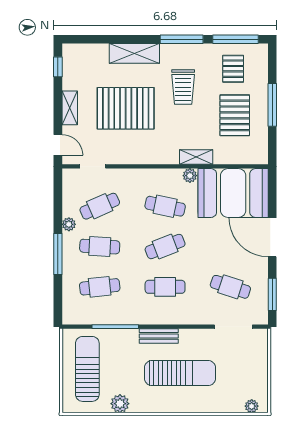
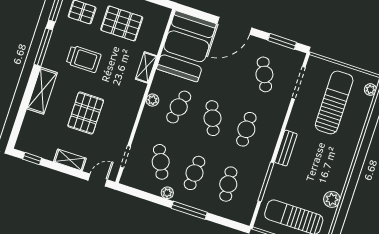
pallet: (126, 108) -> (86, 113), width x0.73, depth x0.71
plant: (190, 176) -> (152, 100), moved
cafe table: (230, 287) -> (264, 74), turned -42
sun lounger: (180, 373) -> (334, 102), moved

